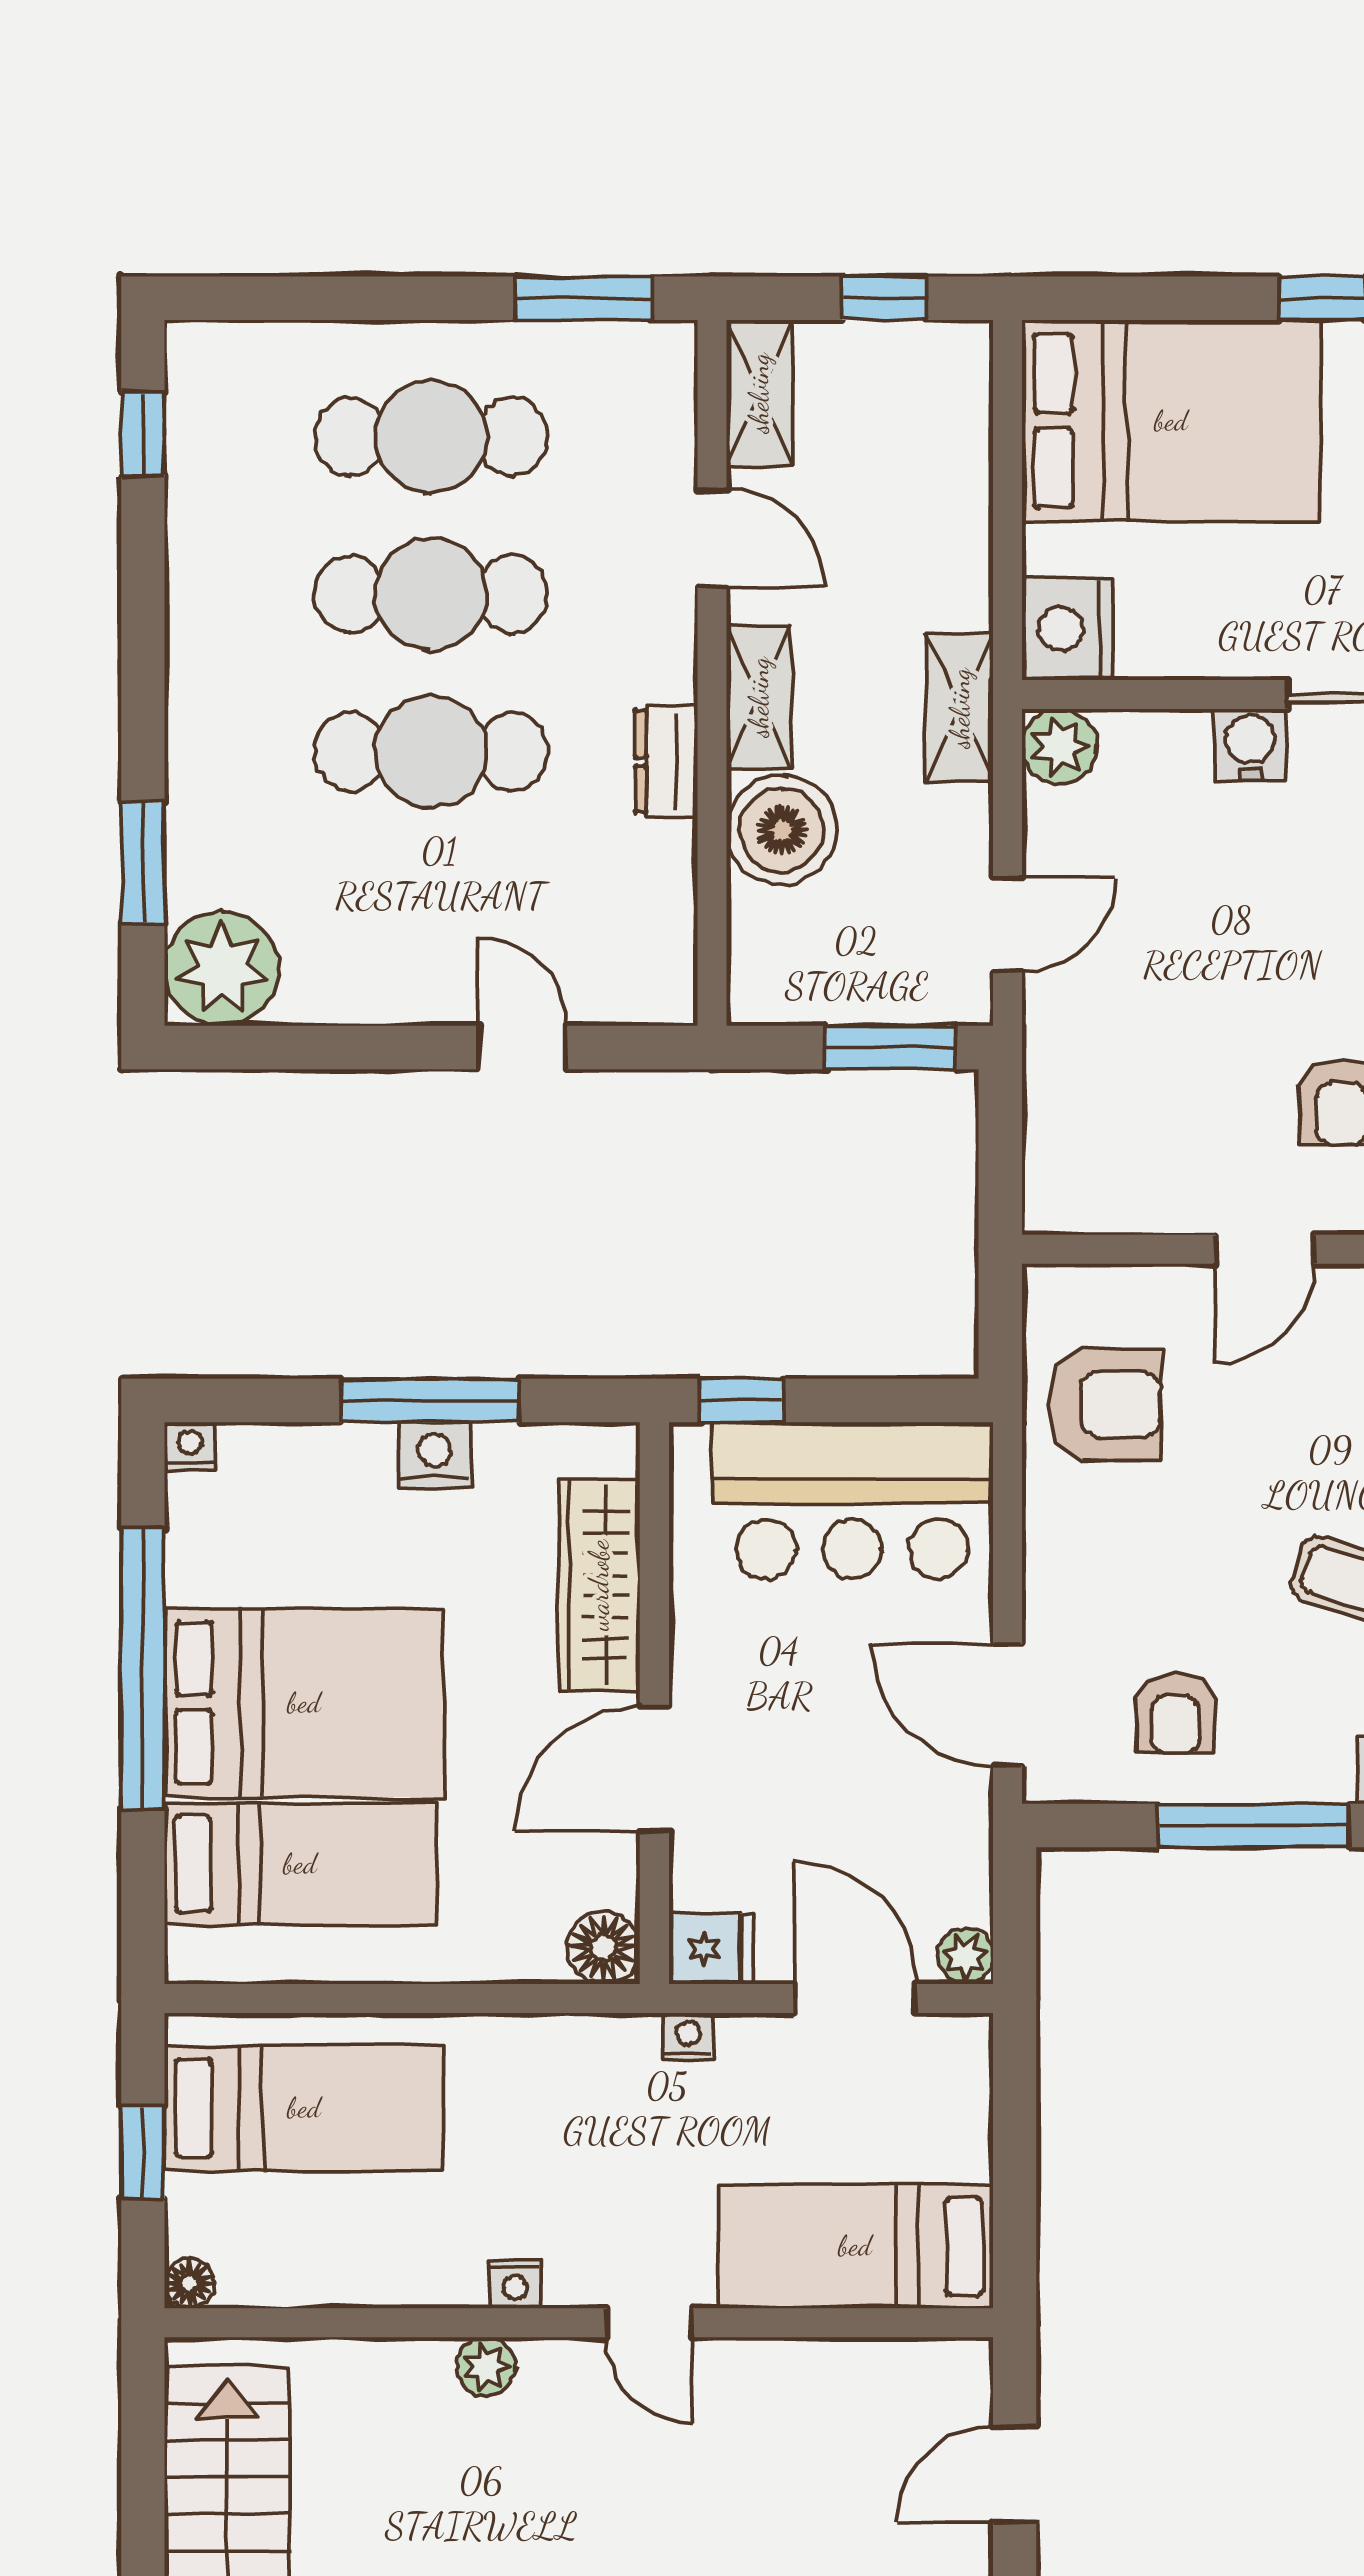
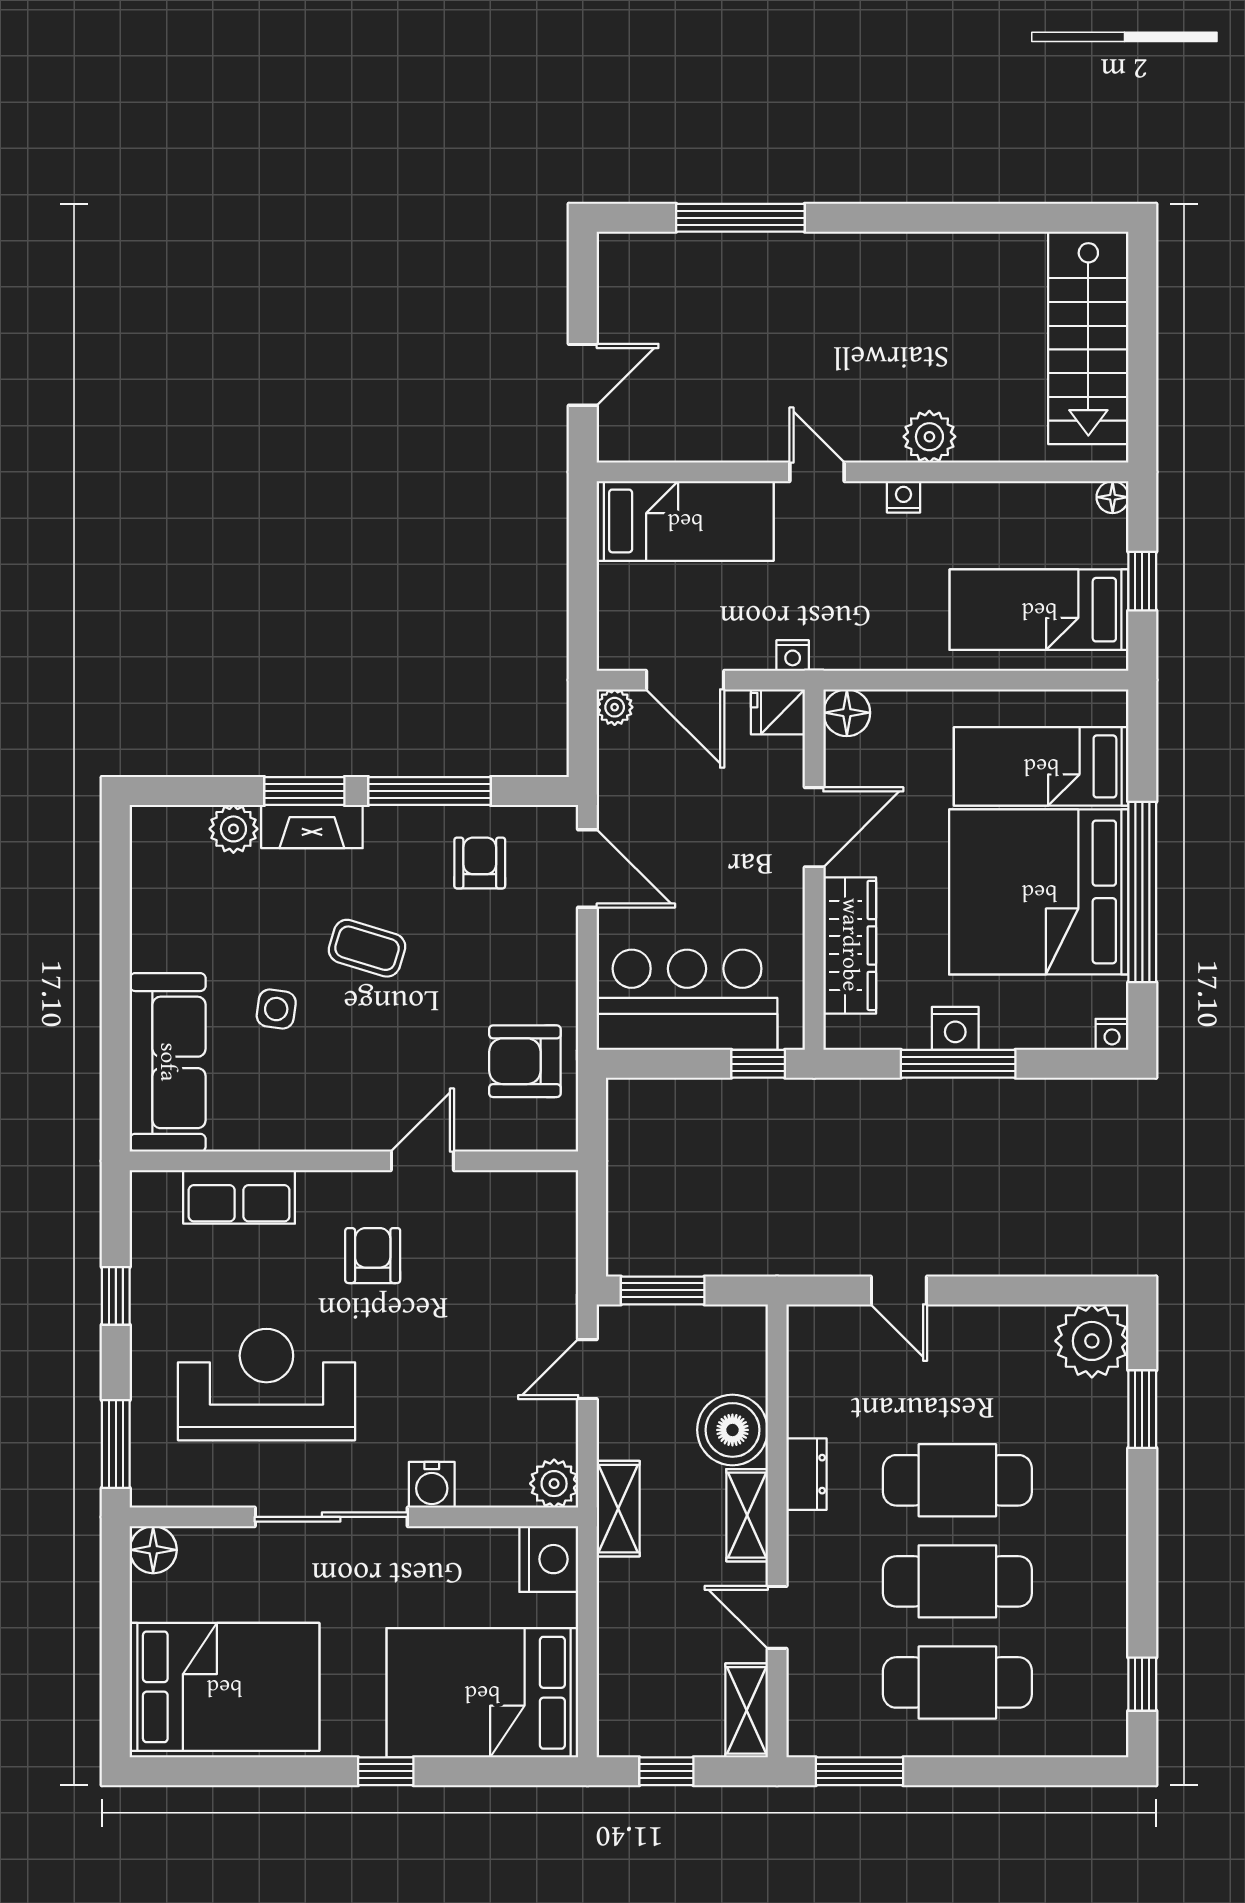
bed: (304, 1703) -> (1039, 892), width x1.36
plant: (486, 2367) -> (929, 437), width x1.38, depth x1.38

